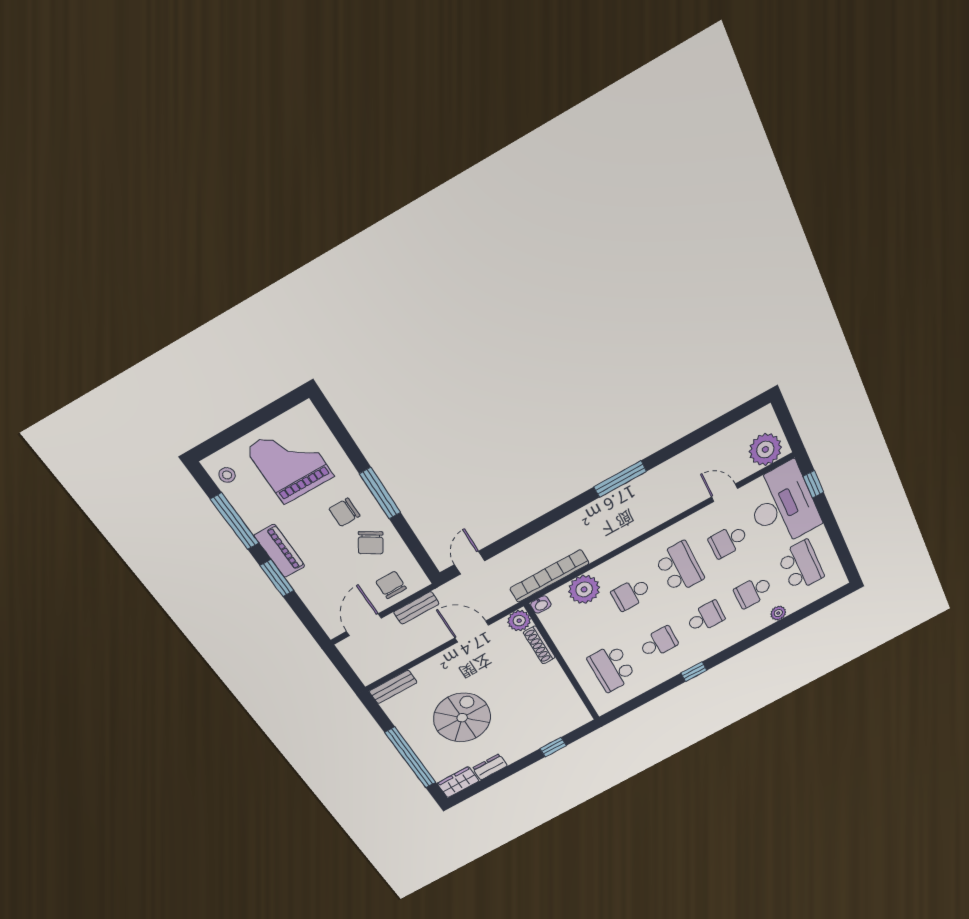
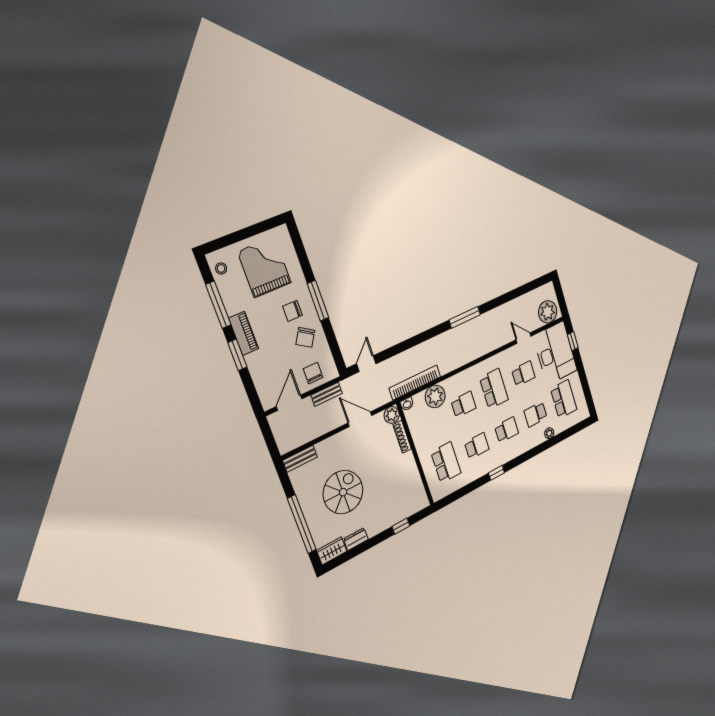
school desk: (728, 541) -> (523, 374), turned 180
school desk: (631, 594) -> (463, 404), turned 180
school desk: (612, 668) -> (446, 463), turned 180

